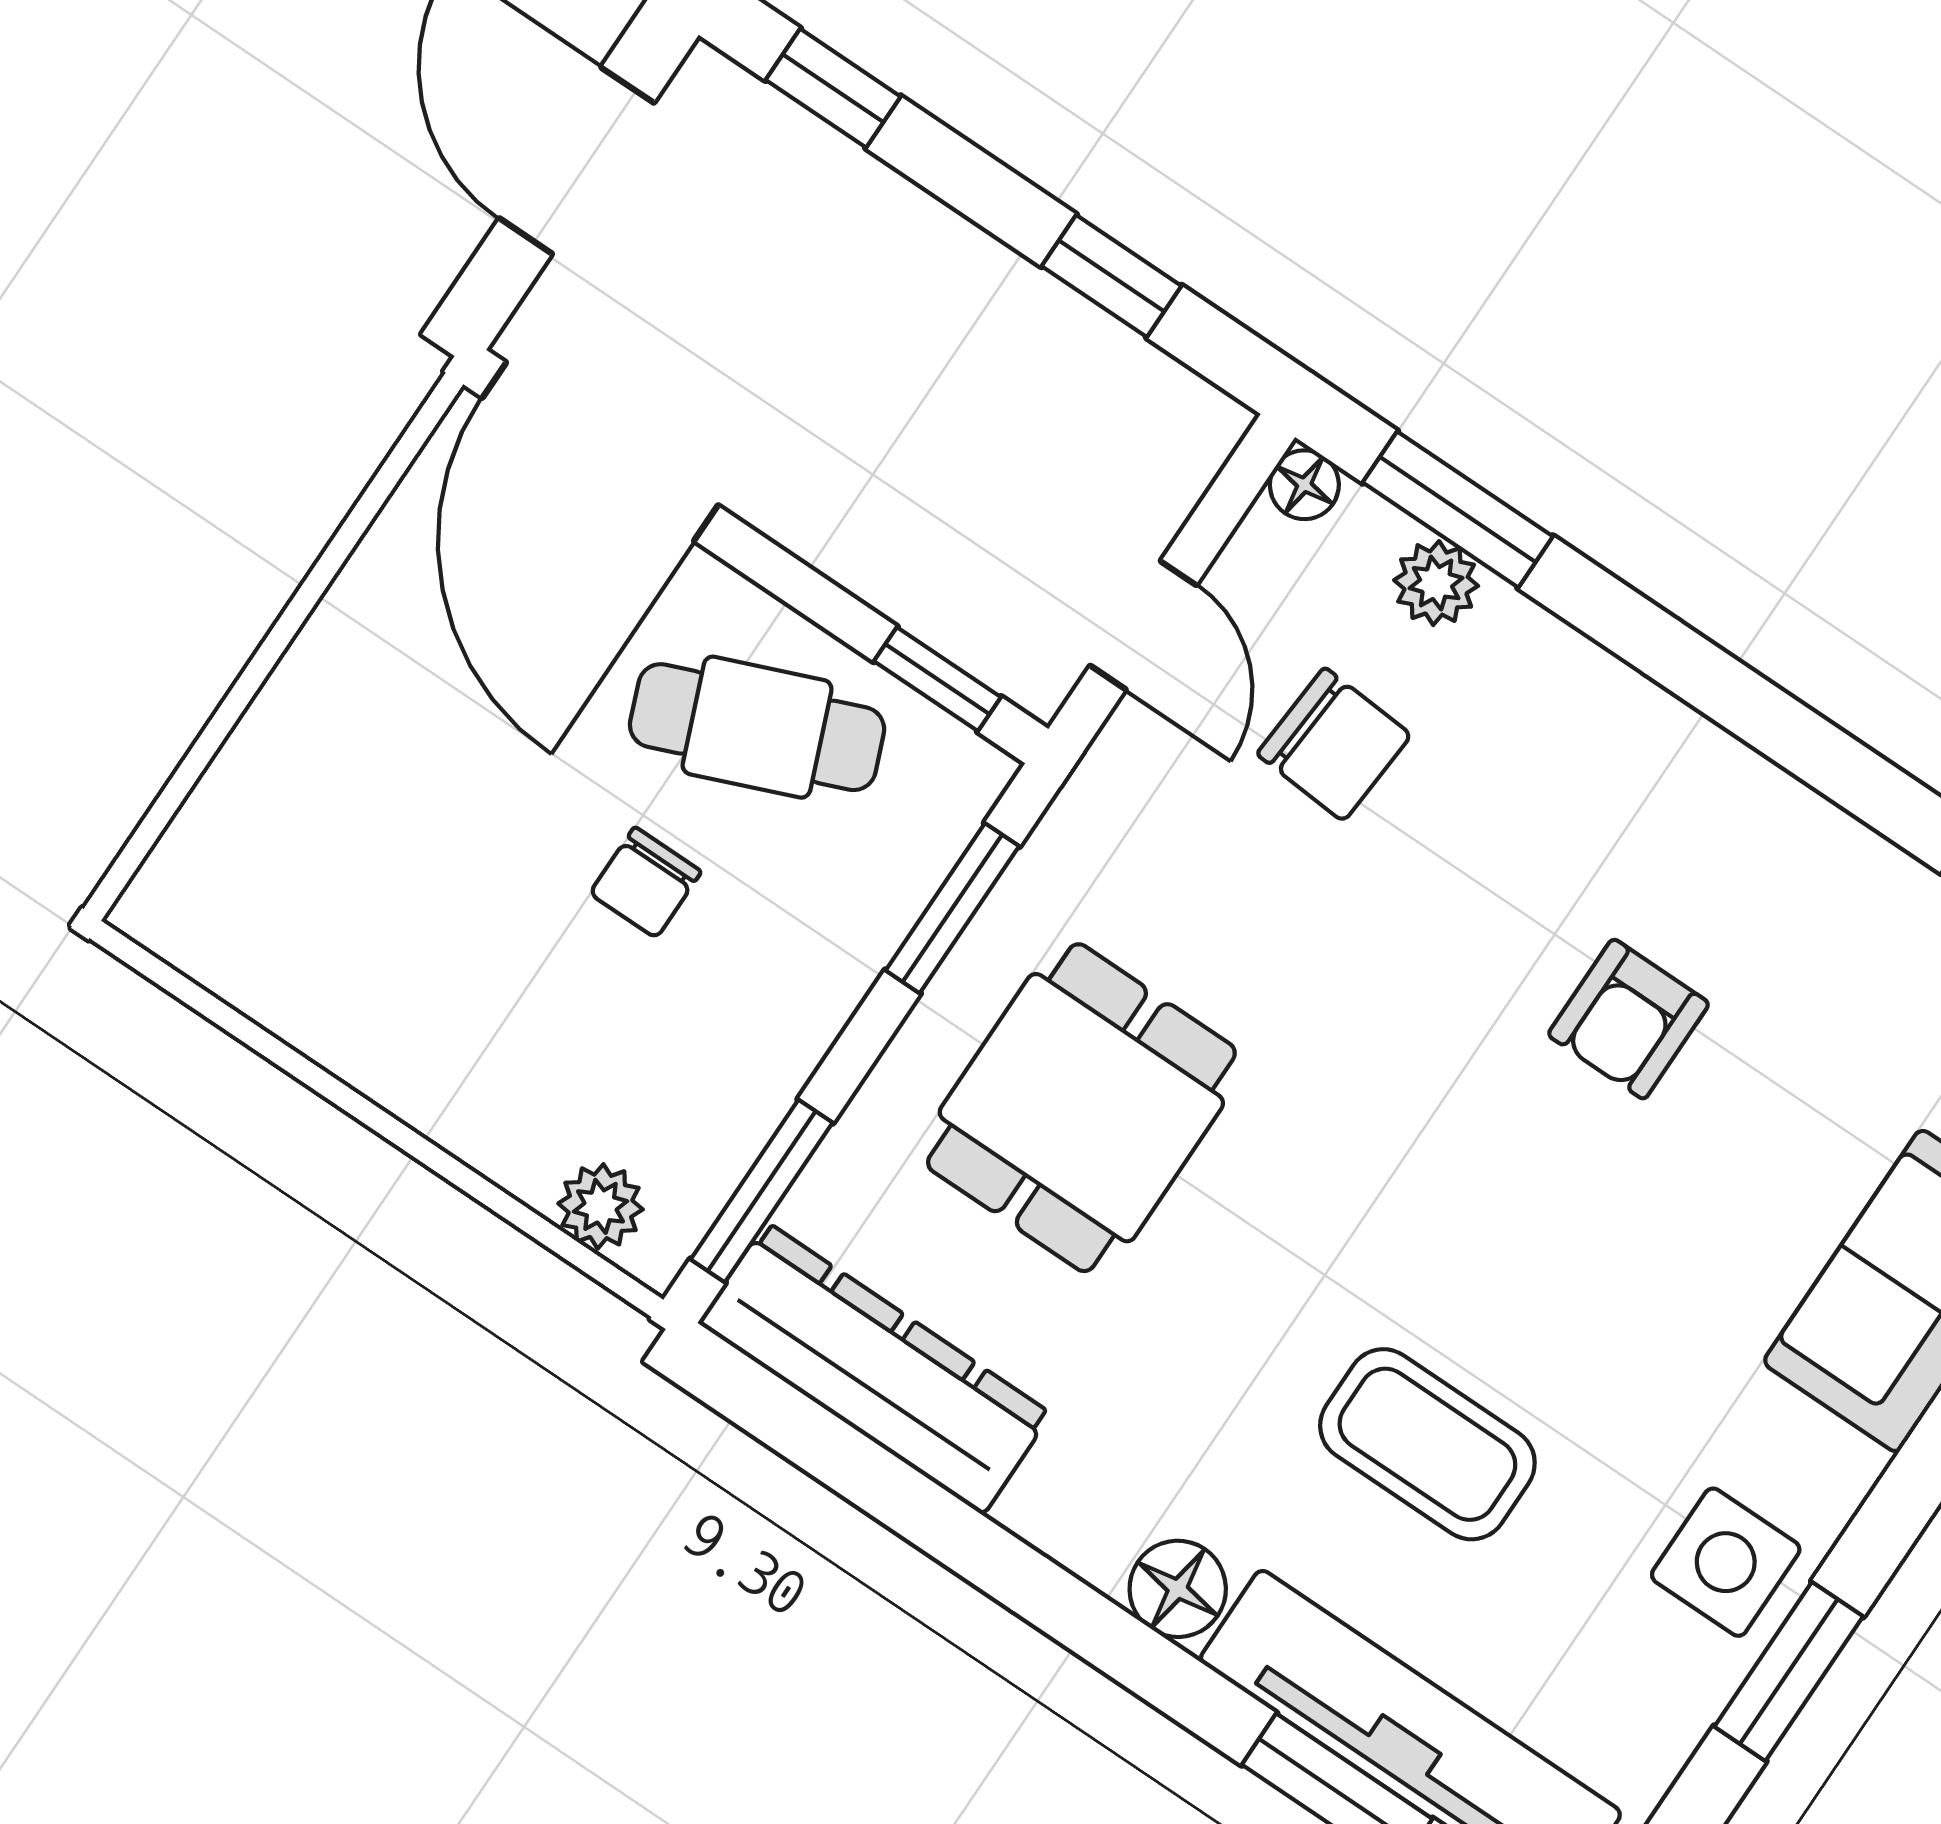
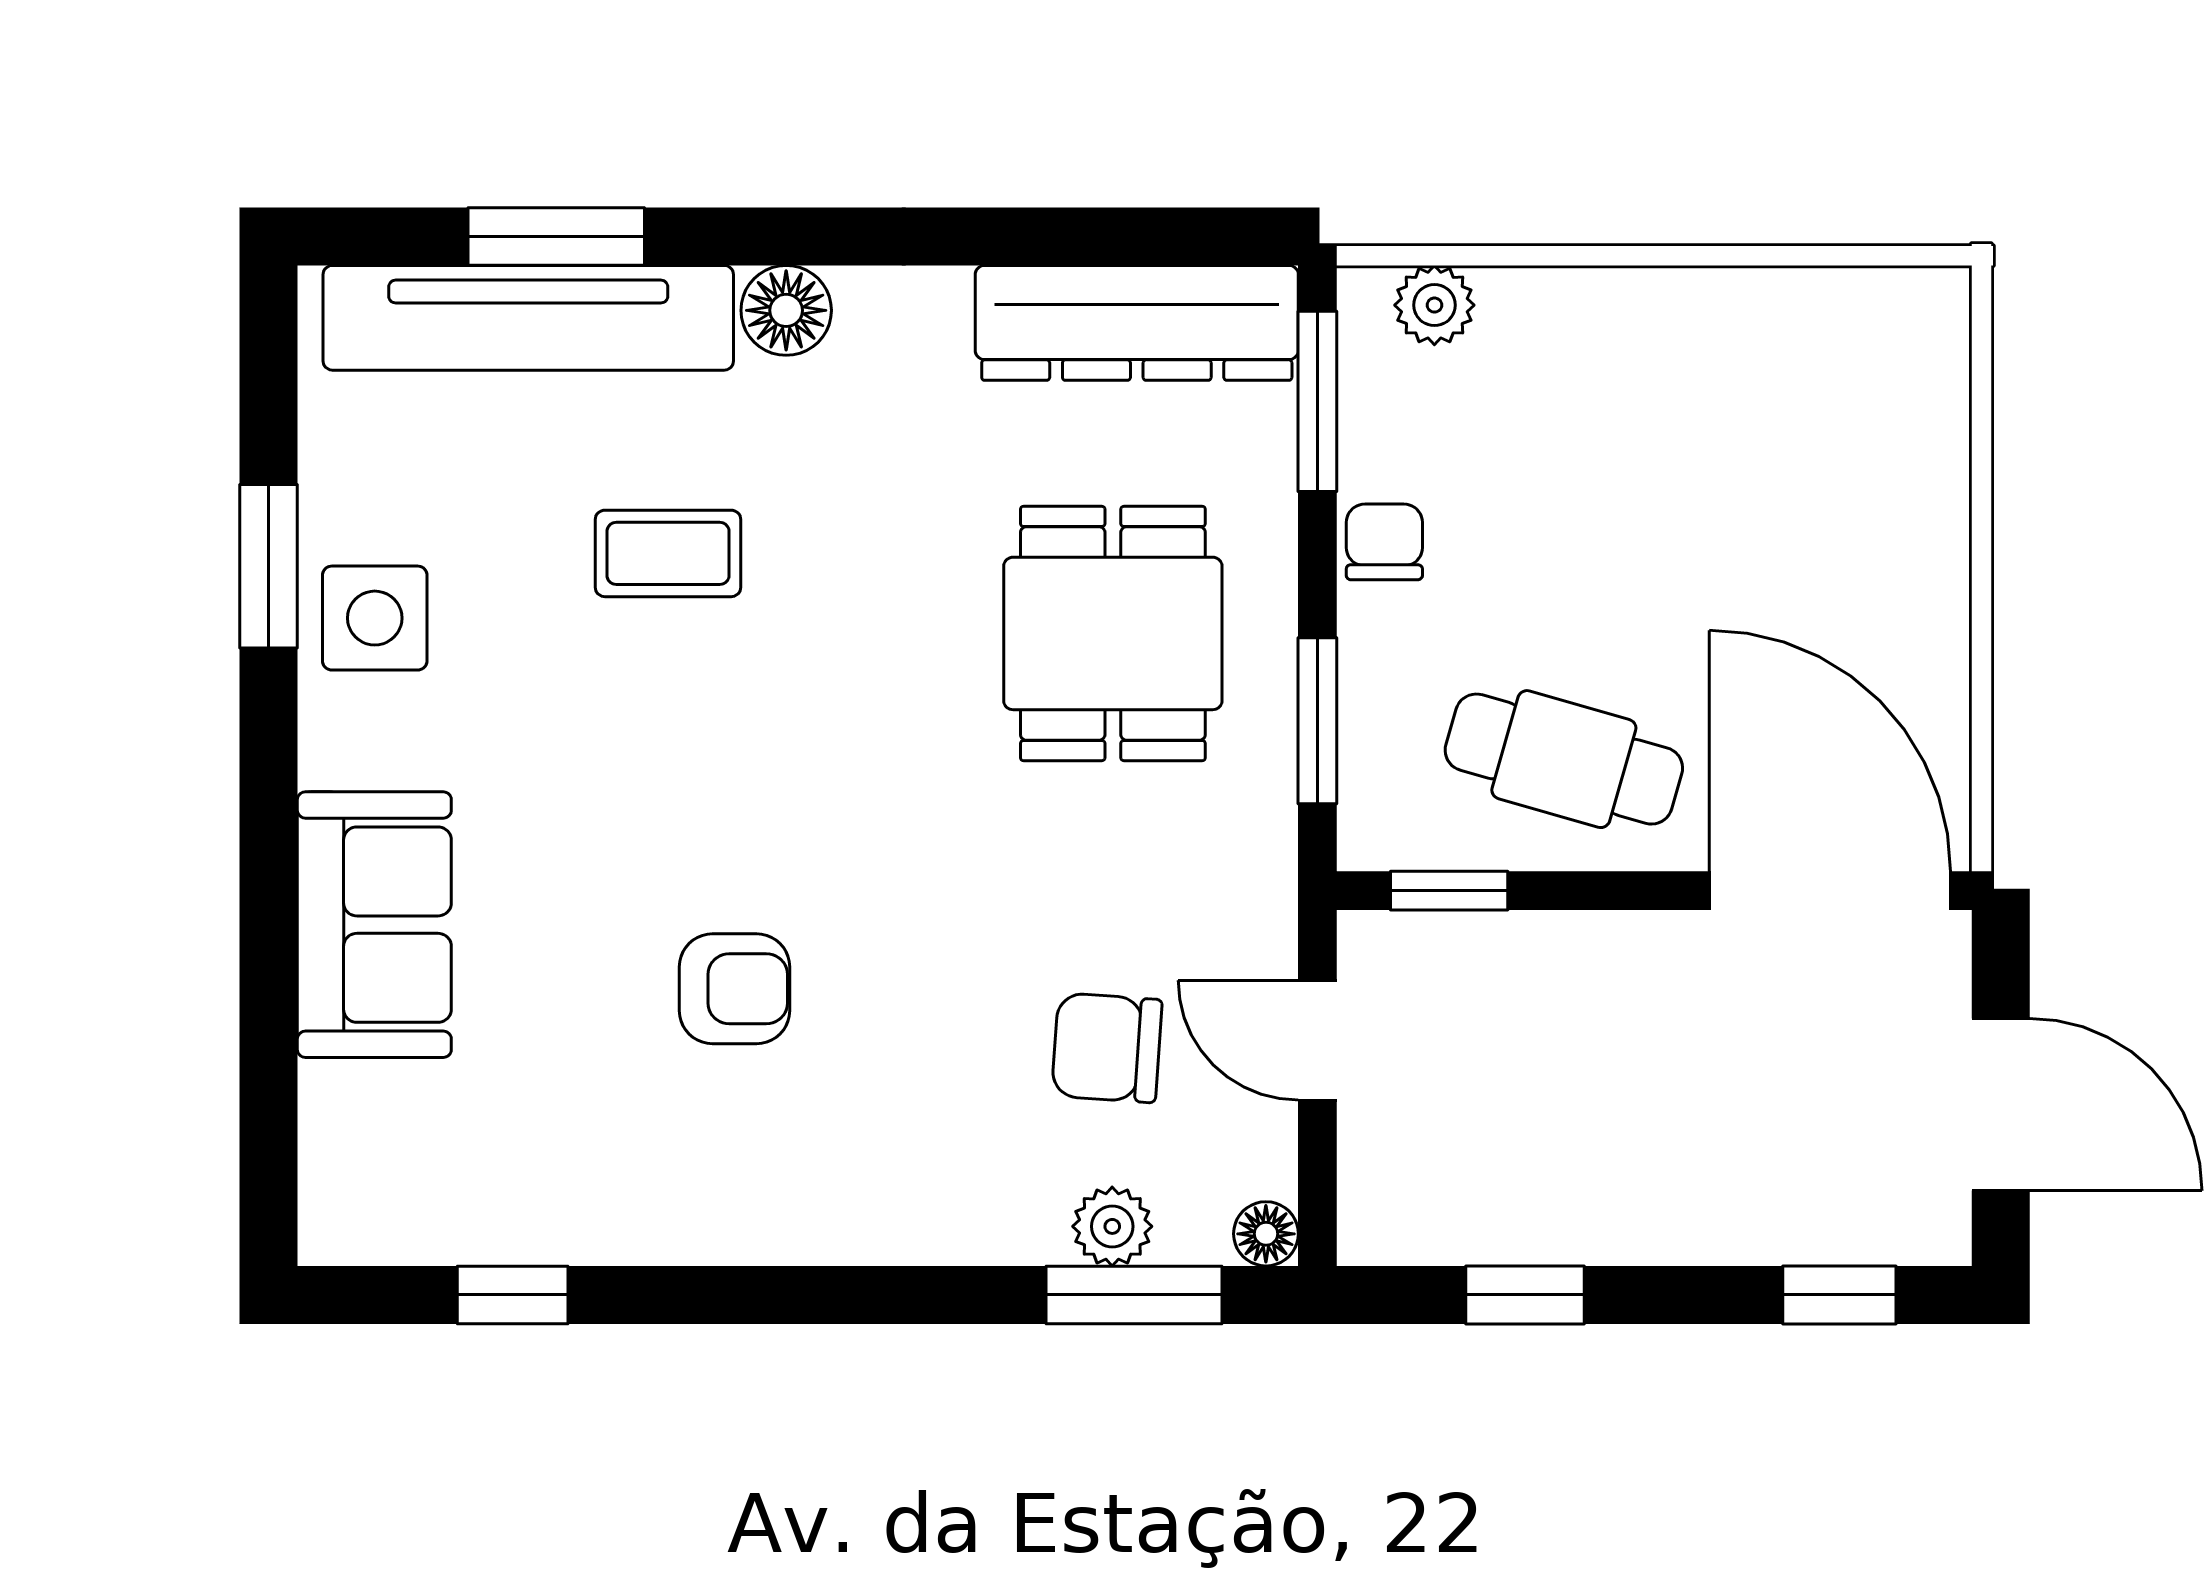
cafe table: (757, 727) -> (1564, 759), turned 38
chair: (645, 883) -> (1384, 542), moved
armchair: (1629, 1019) -> (735, 989), turned 90
coffee table: (1427, 1444) -> (668, 553), width x0.73, depth x0.77

